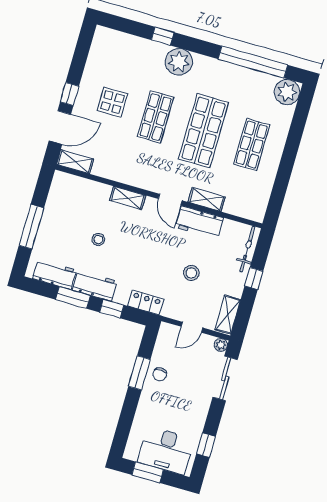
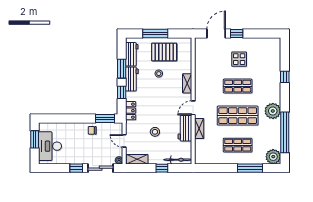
plant: (179, 62) -> (273, 111), moved
door: (60, 128) -> (216, 33), swing flipped
window: (295, 135) -> (250, 168), added
shelving: (75, 162) -> (199, 48), removed
pallet: (66, 221) -> (164, 52), added
window: (139, 373) -> (105, 119), moved
window: (206, 445) -> (76, 168), moved

